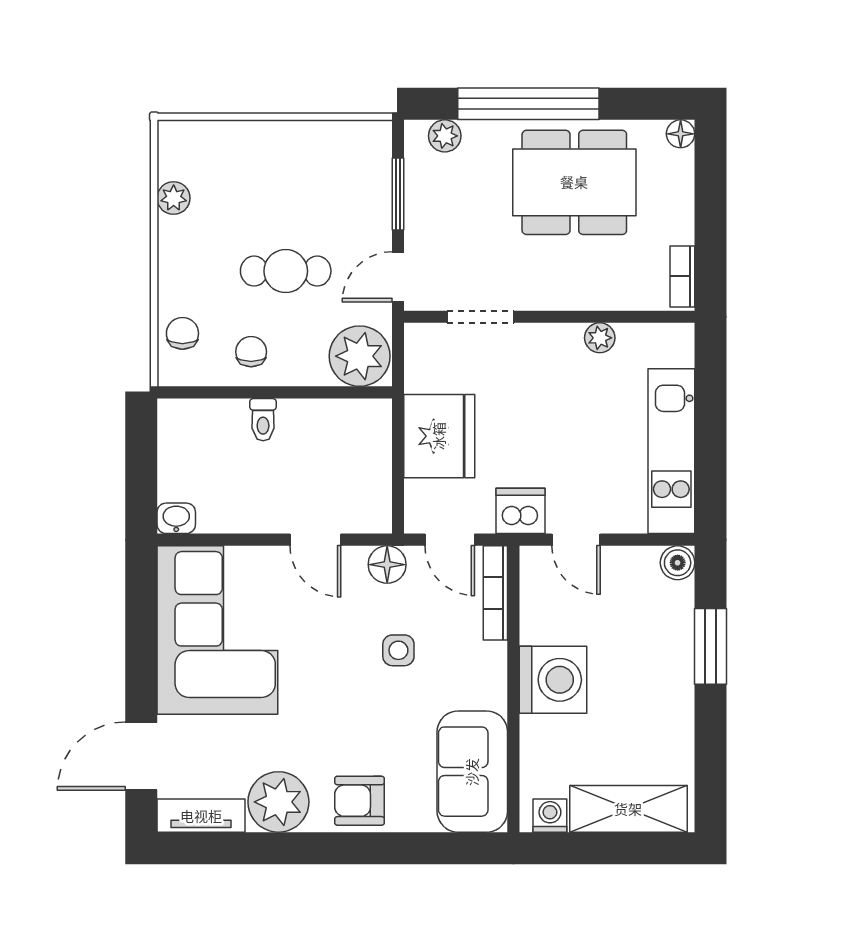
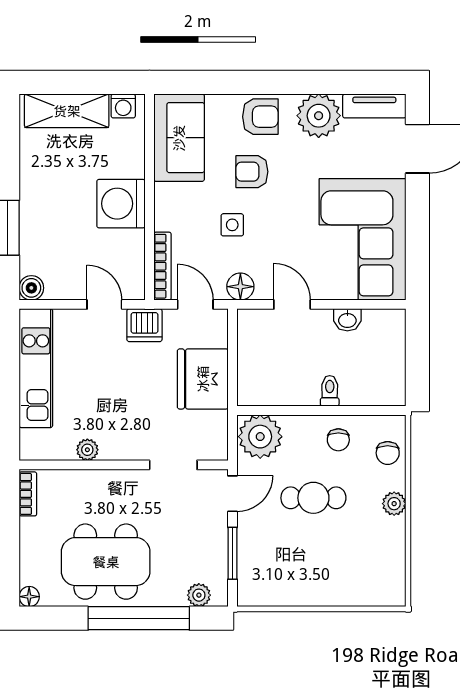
plant: (174, 198) -> (394, 504), moved
washbasin: (176, 518) -> (347, 320), moved
armchair: (371, 724) -> (252, 172), added

